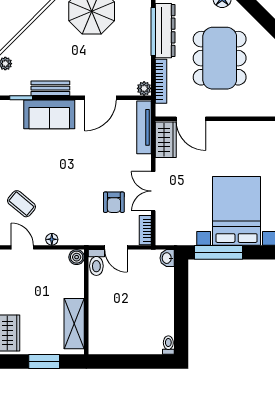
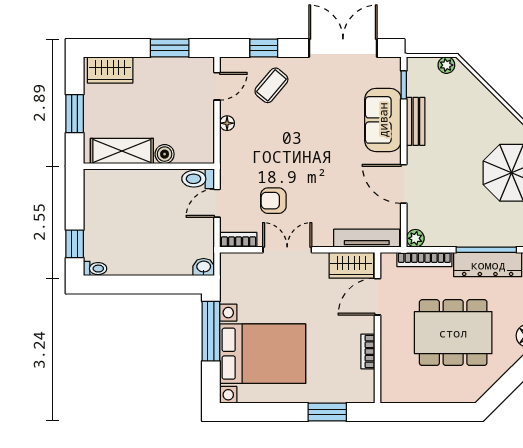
bookcase: (235, 126) -> (368, 351), added
boiler: (77, 257) -> (165, 154), moved
window: (148, 362) -> (75, 244), added

